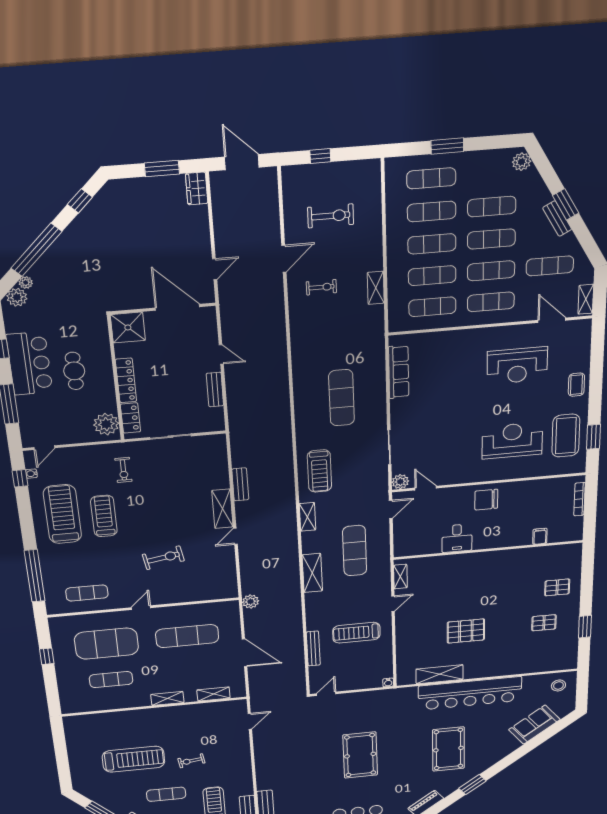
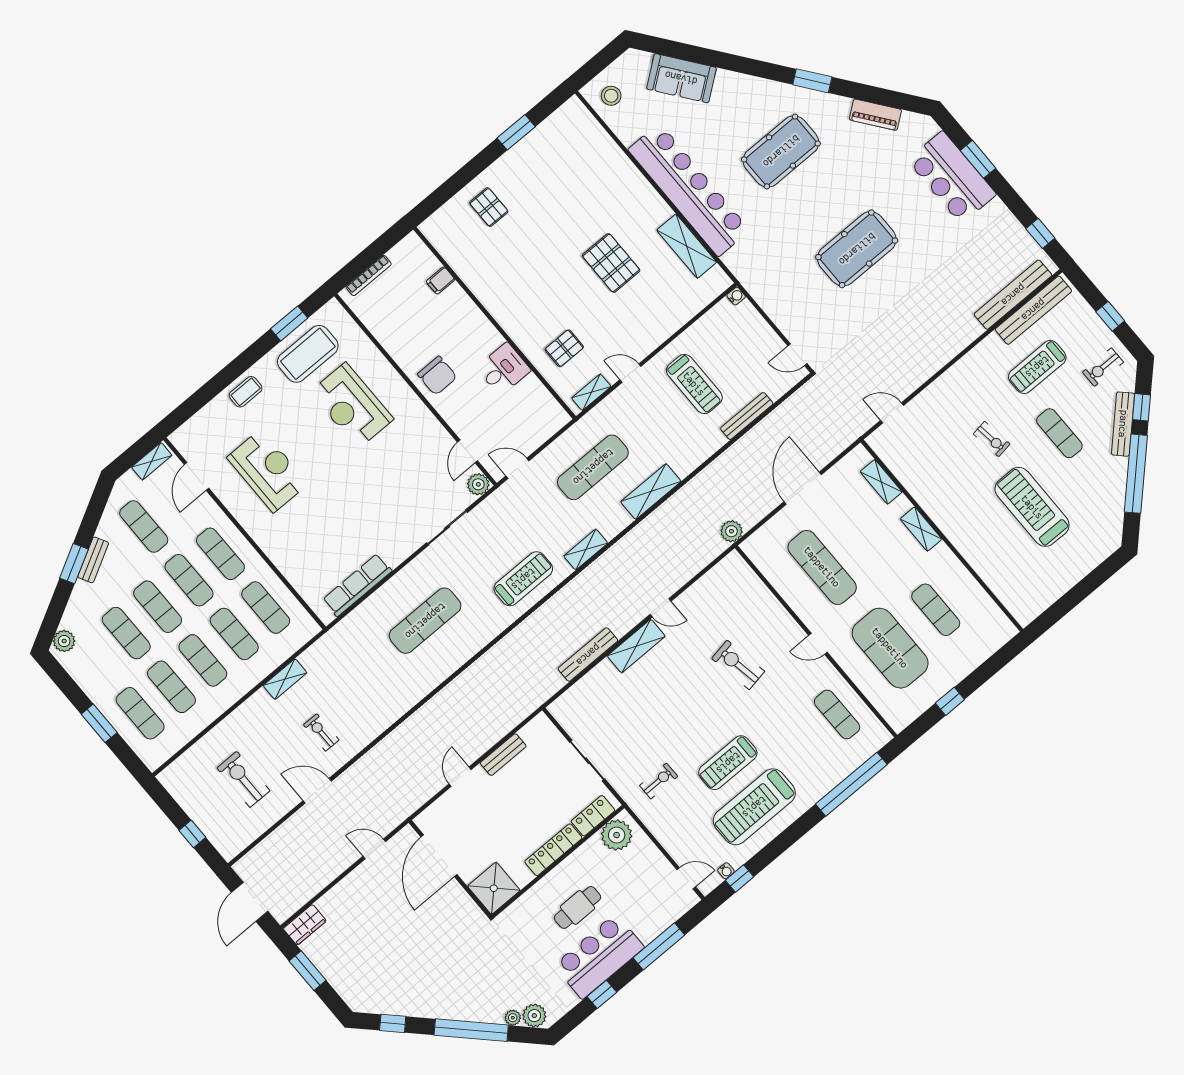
bench: (240, 484) -> (588, 655), width x1.36
pallet: (544, 623) -> (564, 348), moved, turned 90

